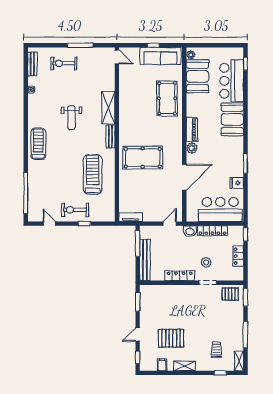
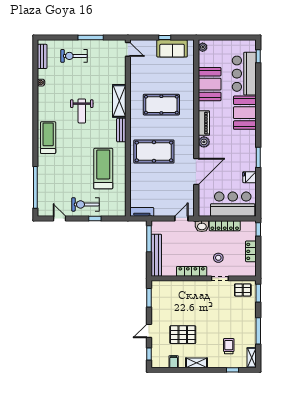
sofa: (160, 56) -> (172, 48), width x0.73
booth: (197, 76) -> (210, 84), moved
pool table: (167, 98) -> (161, 105), moved, turned 90

